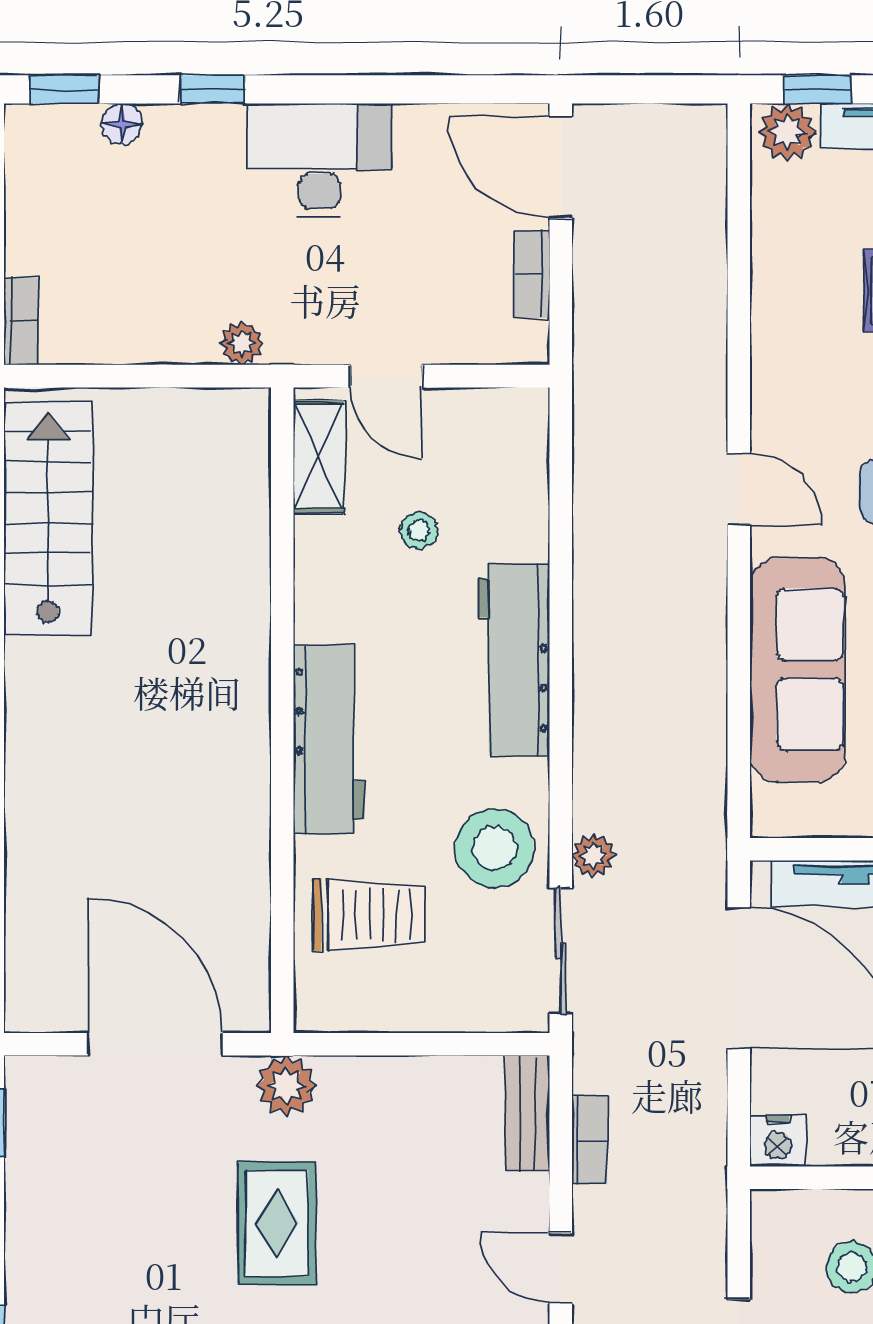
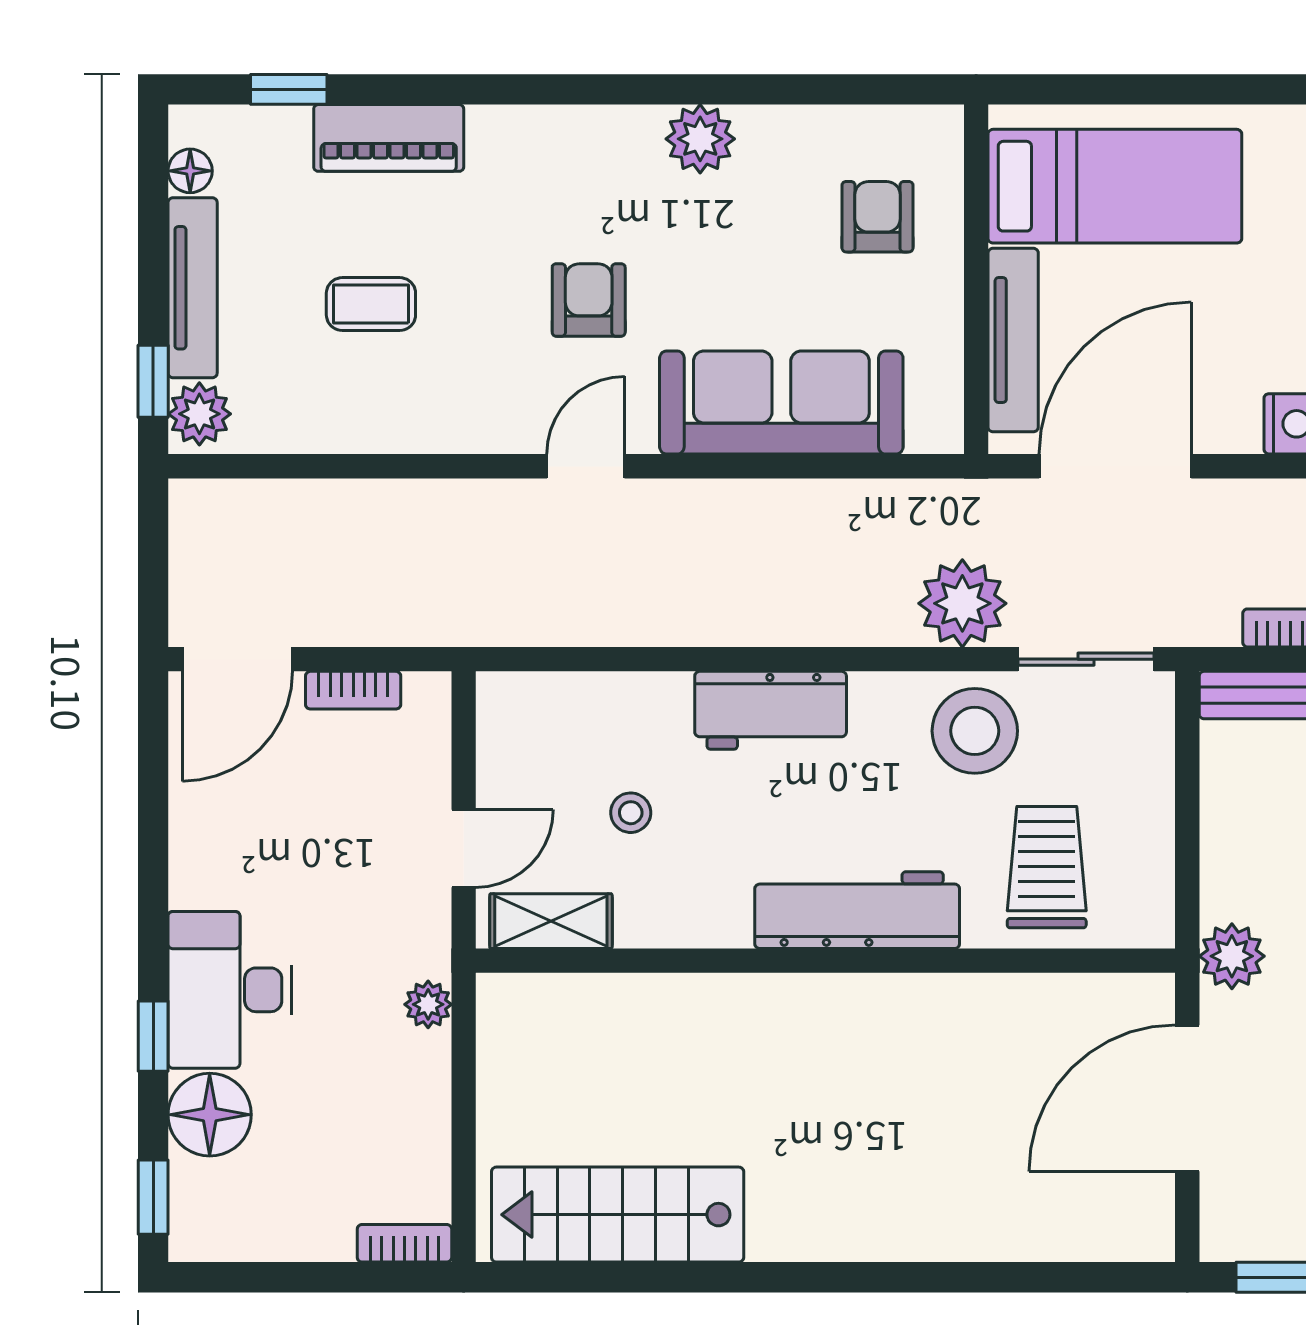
floor lamp: (122, 124) -> (210, 1115), width x1.89, depth x1.89
desk: (320, 160) -> (230, 990), moved
workbench: (513, 660) -> (771, 710), width x0.73
plant: (593, 855) -> (962, 603), width x1.88, depth x1.88

